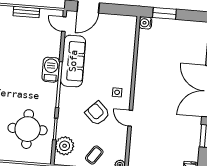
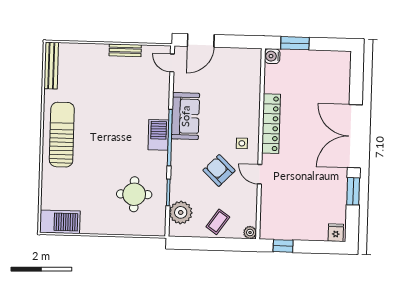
sofa: (73, 61) -> (185, 116), width x0.73
barbecue: (51, 70) -> (158, 135), moved
locker: (142, 78) -> (271, 124), added
round table: (28, 129) -> (134, 194), width x0.73, depth x0.73

